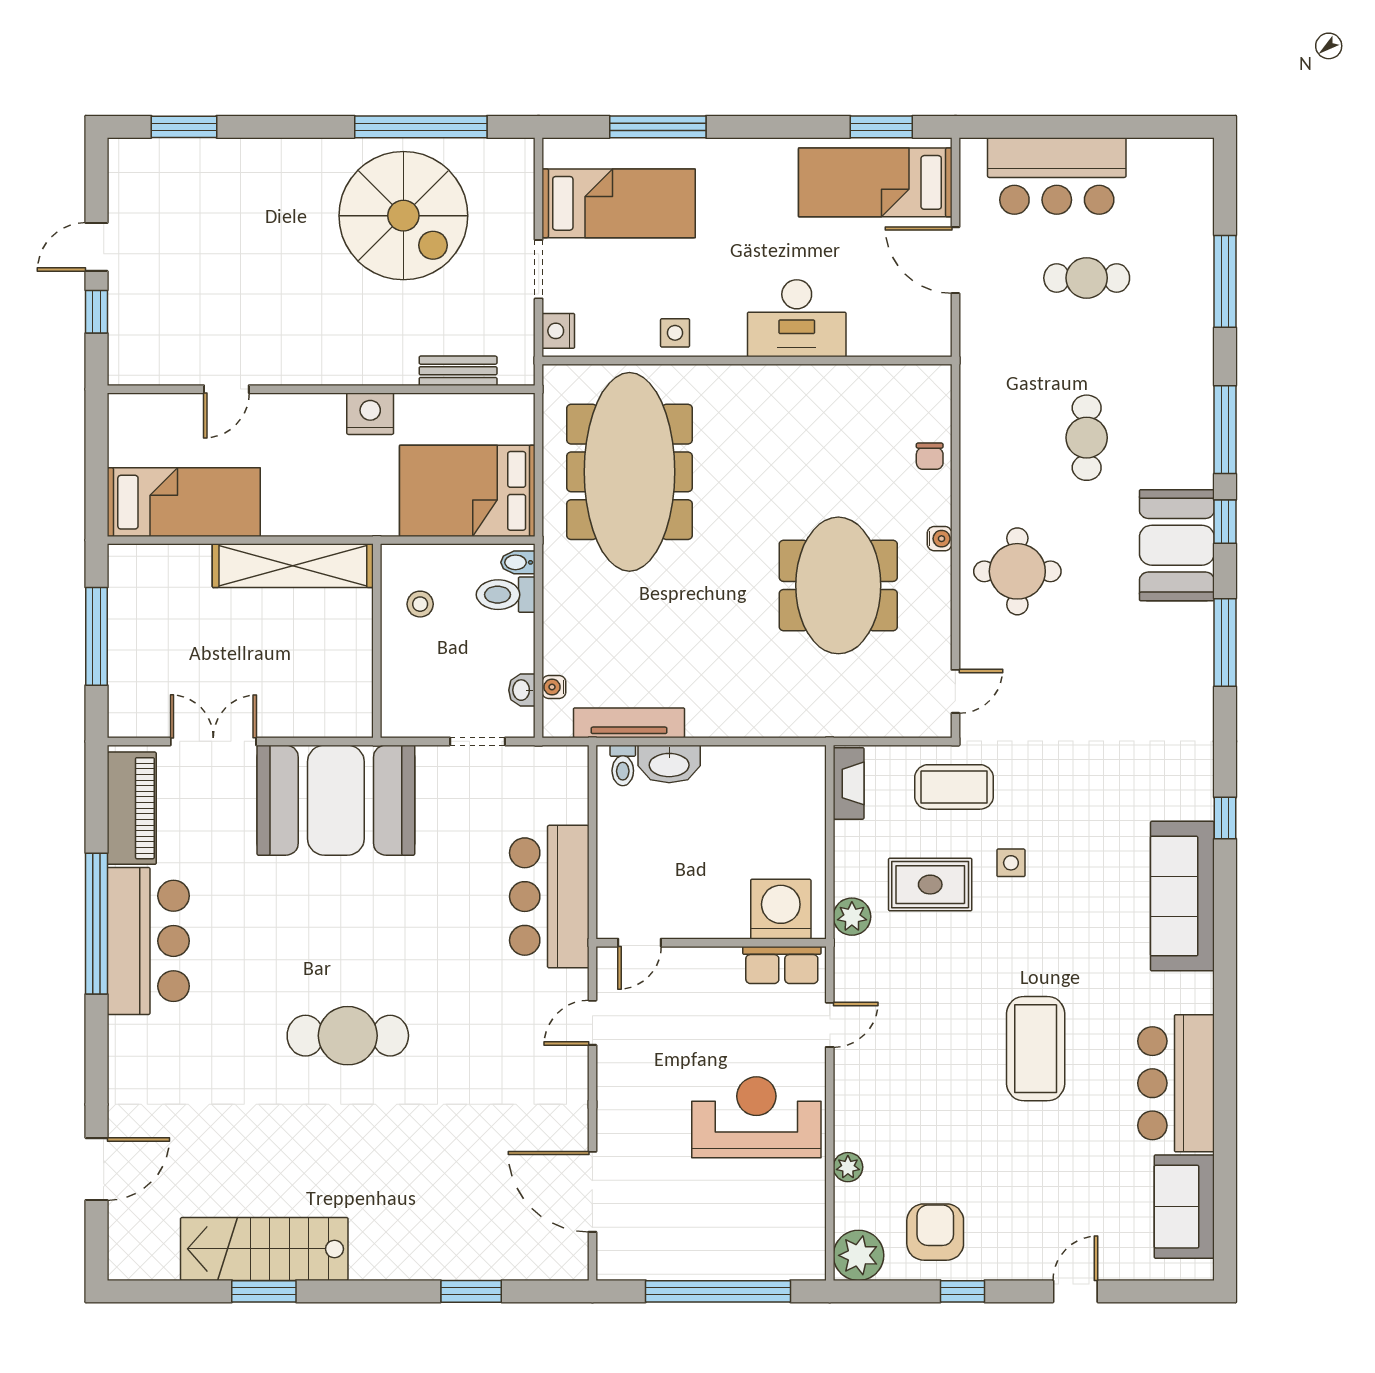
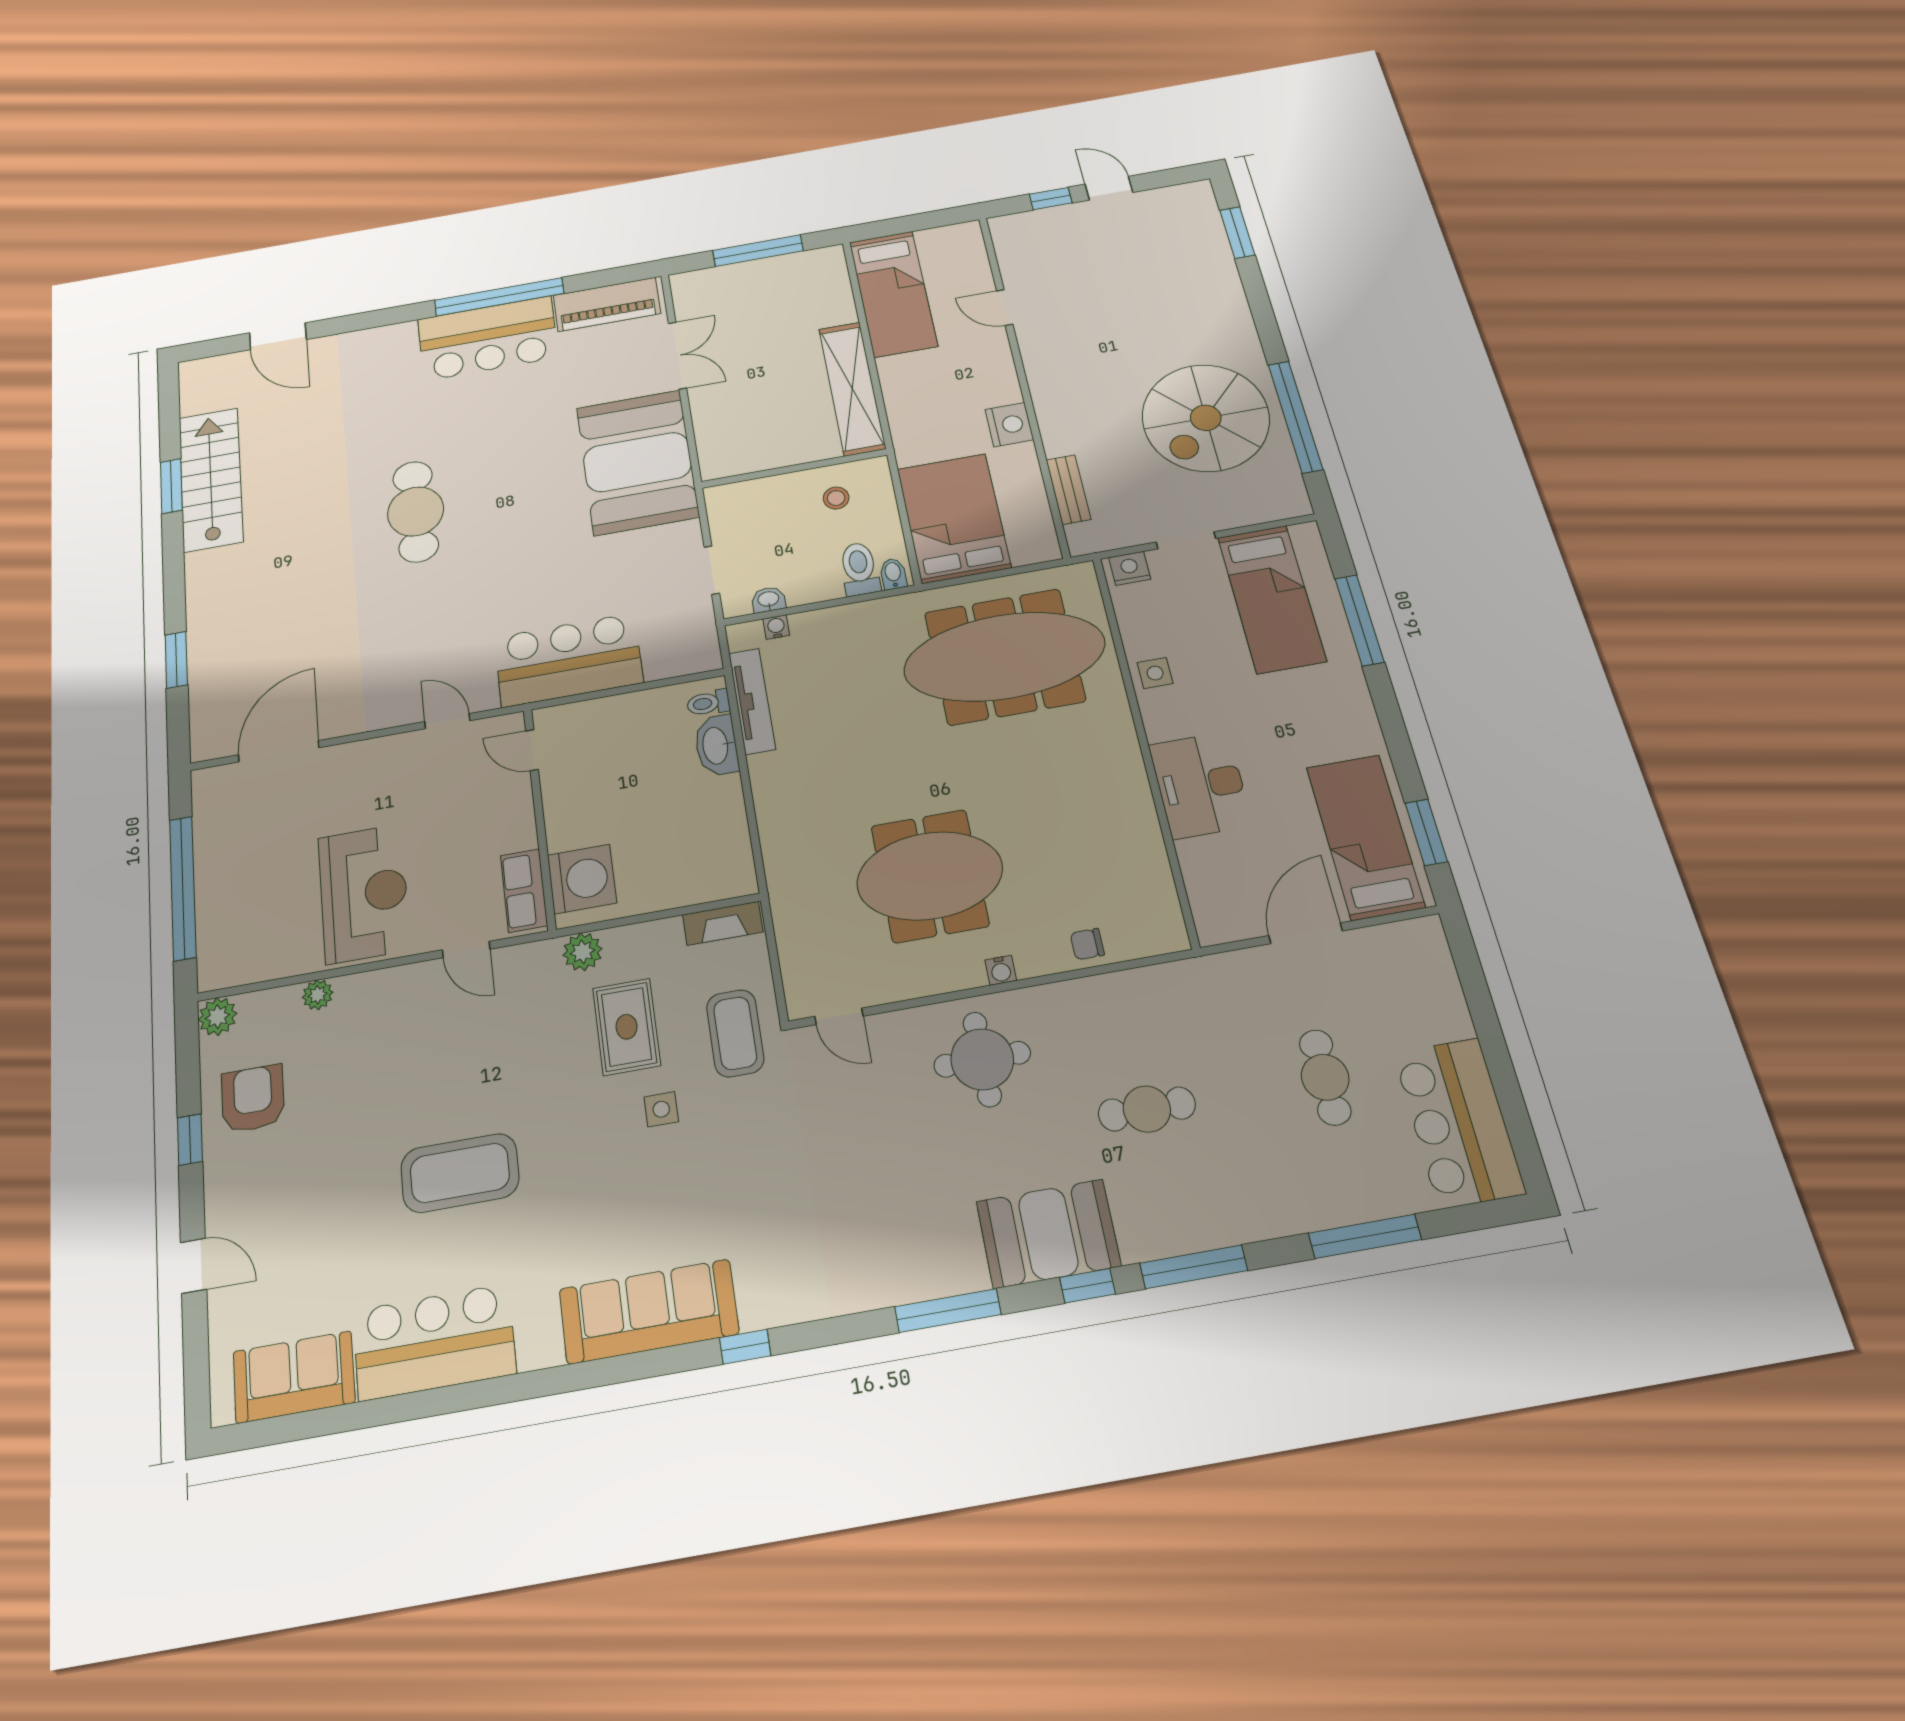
bar counter: (1057, 176) -> (1459, 1122), moved
armchair: (935, 1232) -> (253, 1099), turned -90
plant: (858, 1255) -> (217, 1017), width x0.73, depth x0.73

